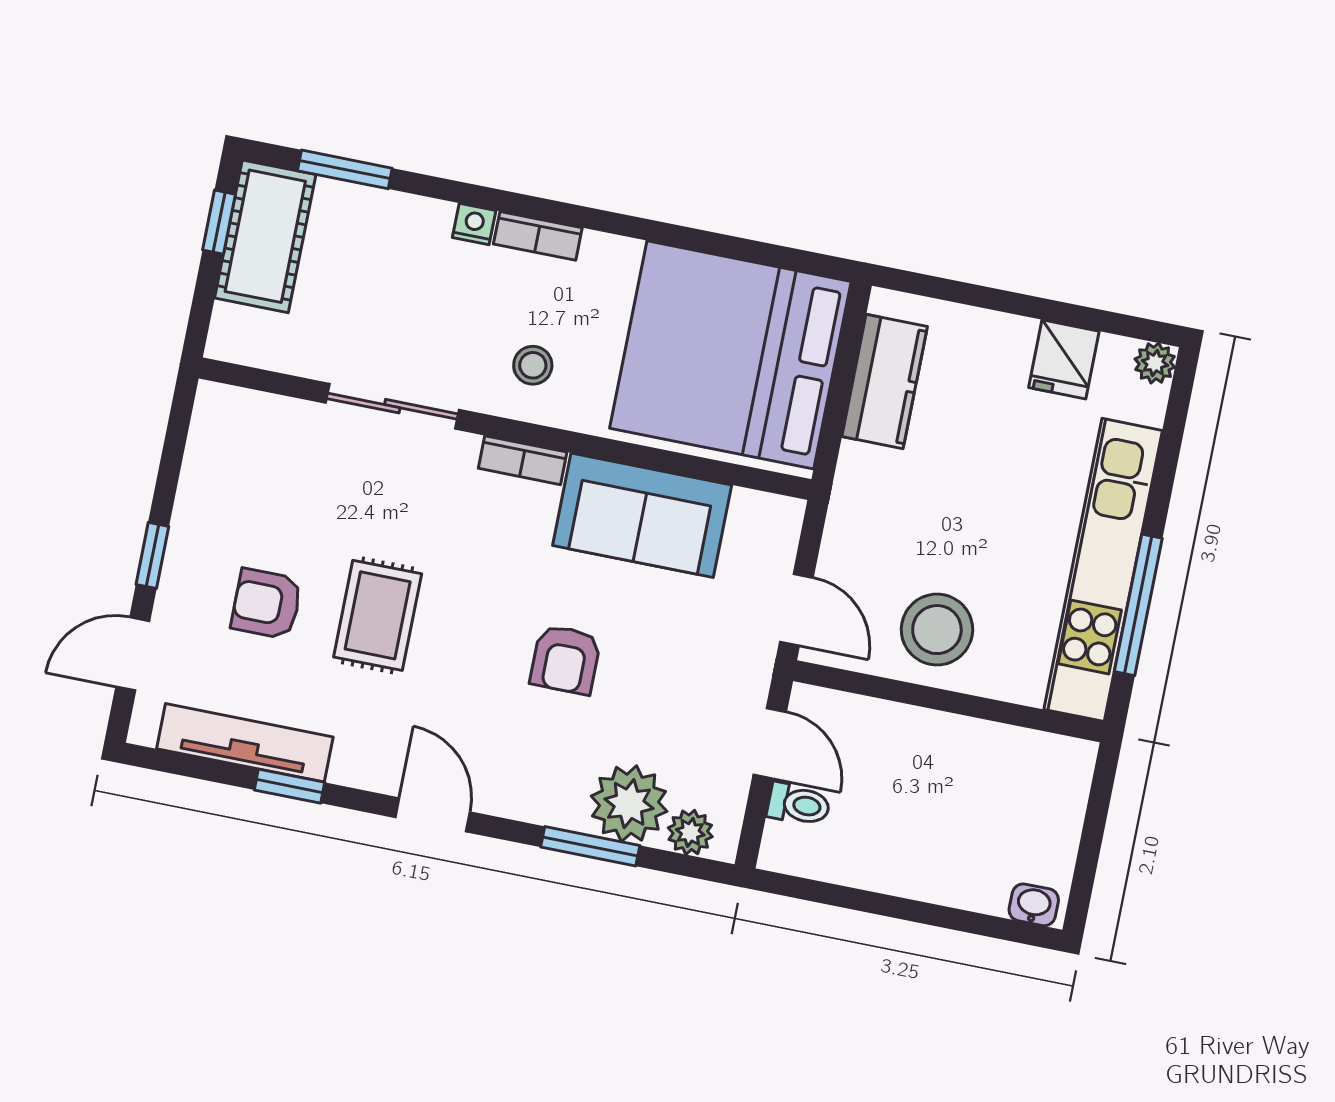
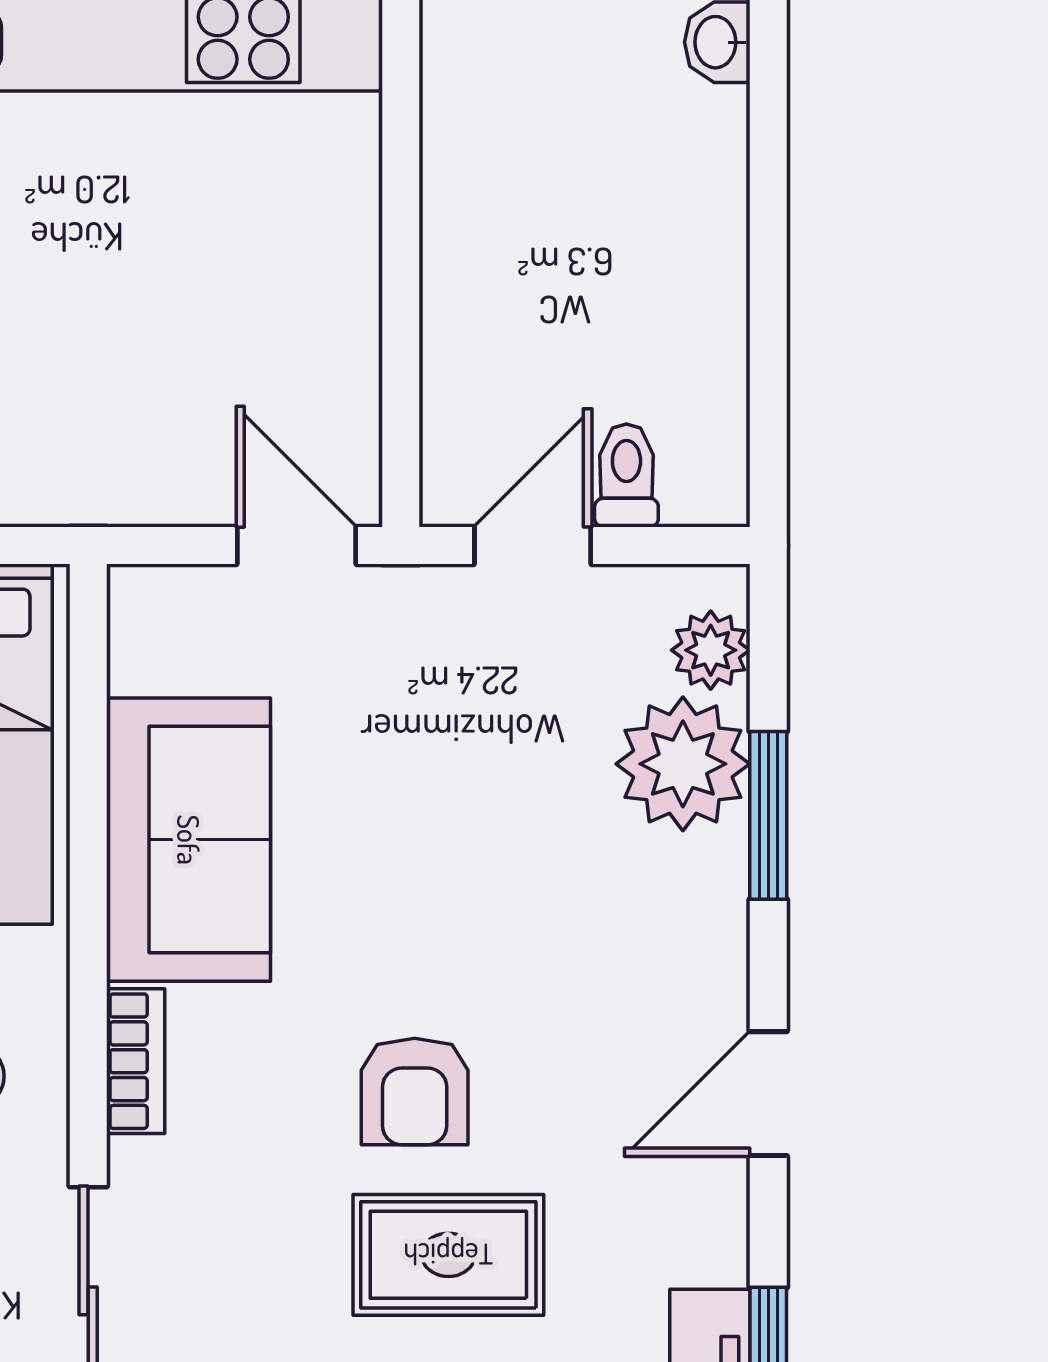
door: (796, 610) -> (297, 546), hinge flipped
stool: (937, 630) -> (283, 300), removed
armchair: (565, 660) -> (415, 1091), moved, turned 90

